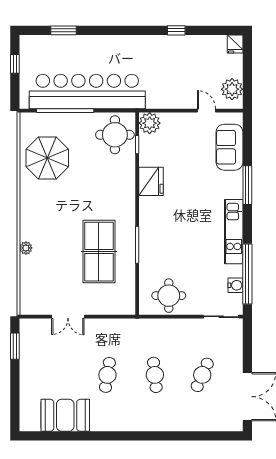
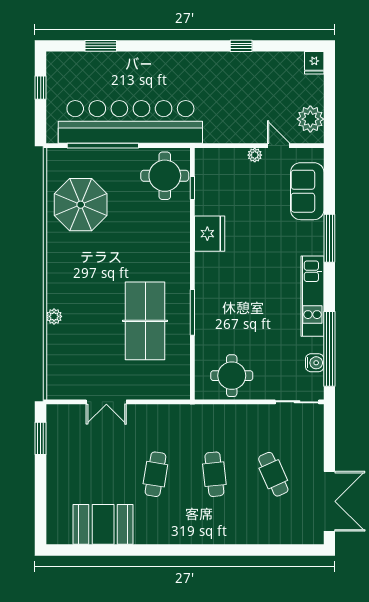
plant: (150, 123) -> (255, 155), moved, width x0.53, depth x0.53
cafe table: (202, 375) -> (273, 474), turned -48

